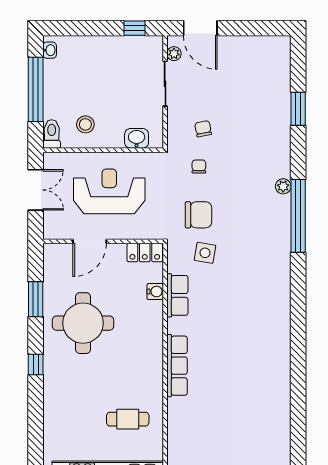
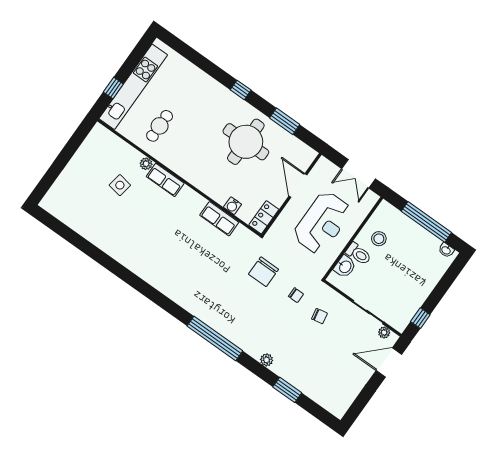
toilet: (52, 134) -> (358, 254), moved
plant: (283, 186) -> (267, 360), moved
side table: (205, 253) -> (120, 185), moved
row of seats: (177, 366) -> (165, 180), width x0.68
plant: (174, 406) -> (146, 164), added

